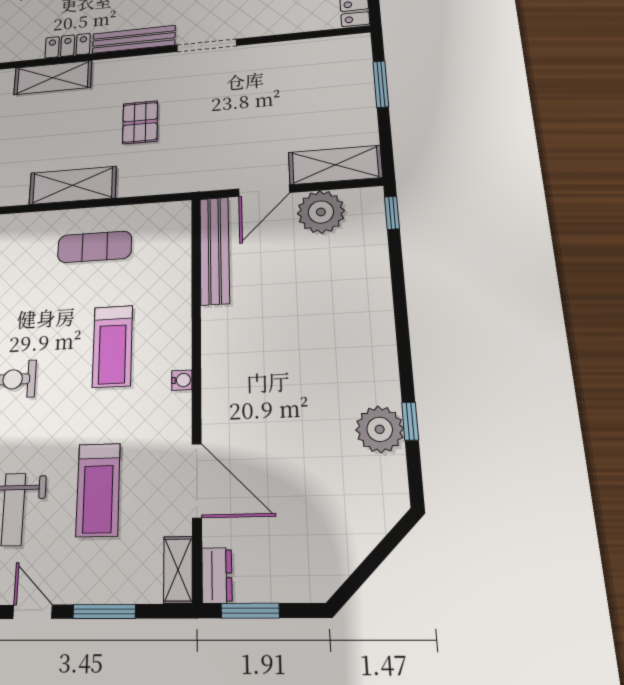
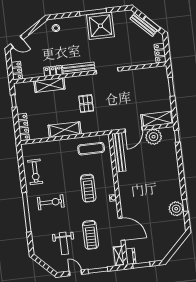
exercise mat: (95, 247) -> (91, 149), moved

